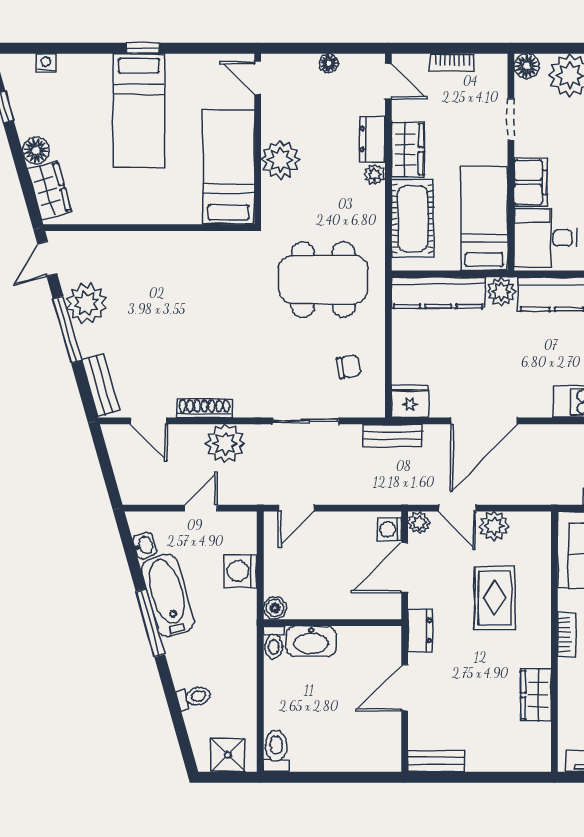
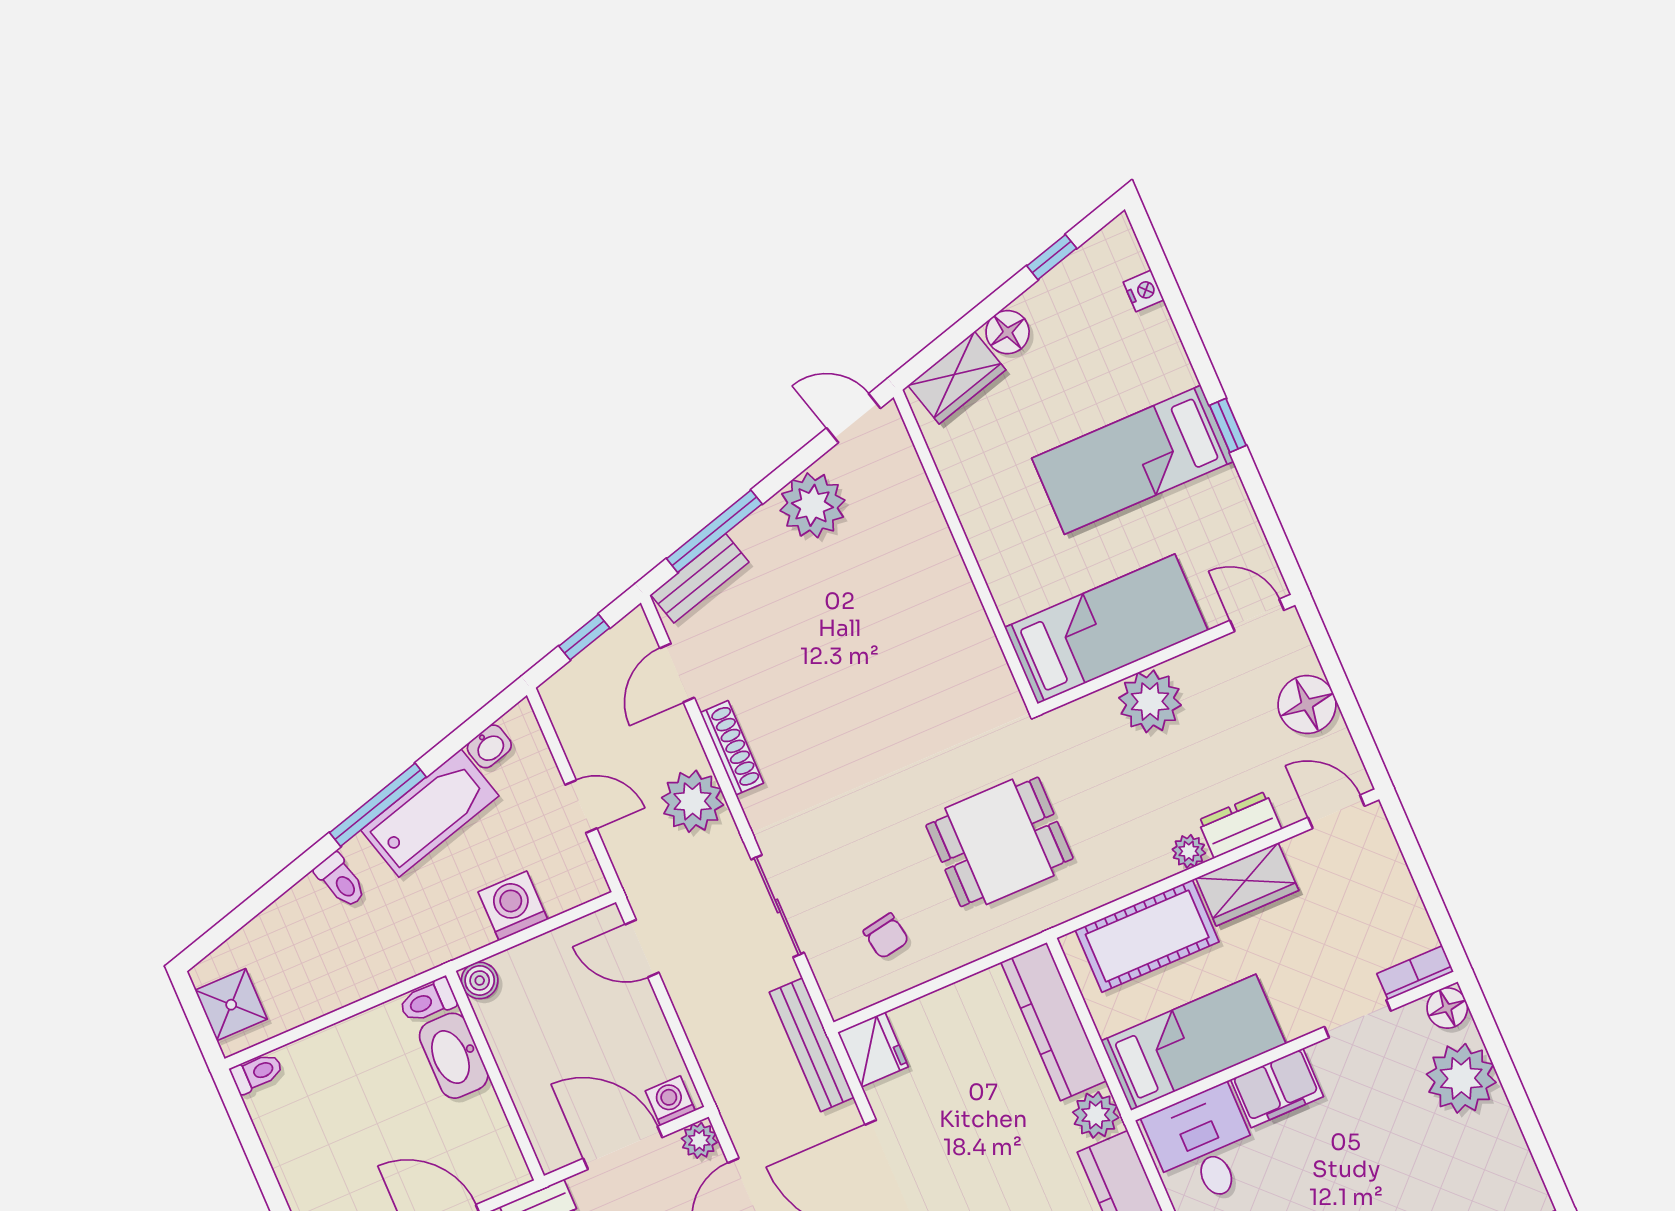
floor lamp: (329, 63) -> (1307, 705), width x1.89, depth x1.89
bookcase: (452, 63) -> (1415, 973), moved, turned 90
door: (258, 78) -> (1257, 615), hinge flipped
door: (388, 81) -> (1336, 812), swing flipped
dining table: (323, 279) -> (999, 842), width x0.73
window: (67, 330) -> (714, 531), moved
bench: (392, 435) -> (812, 1045), width x1.36
window: (106, 465) -> (584, 637), added
toilet: (194, 697) -> (341, 881), moved
toilet: (276, 751) -> (257, 1073), width x0.73, depth x0.72

